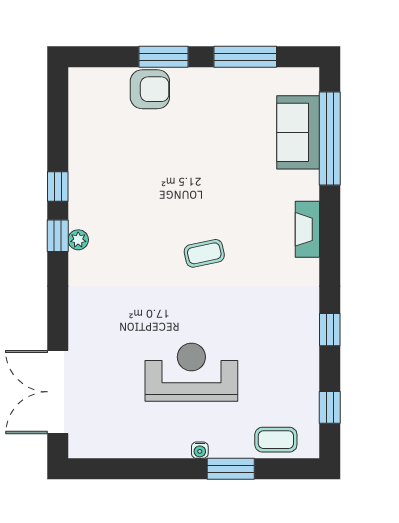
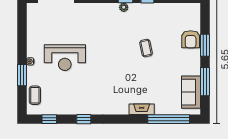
sofa: (298, 132) -> (191, 92), moved, turned -90
fireplace: (307, 229) -> (142, 109), moved
coffee table: (204, 253) -> (146, 48), moved
reception desk: (191, 372) -> (65, 58), turned 90

